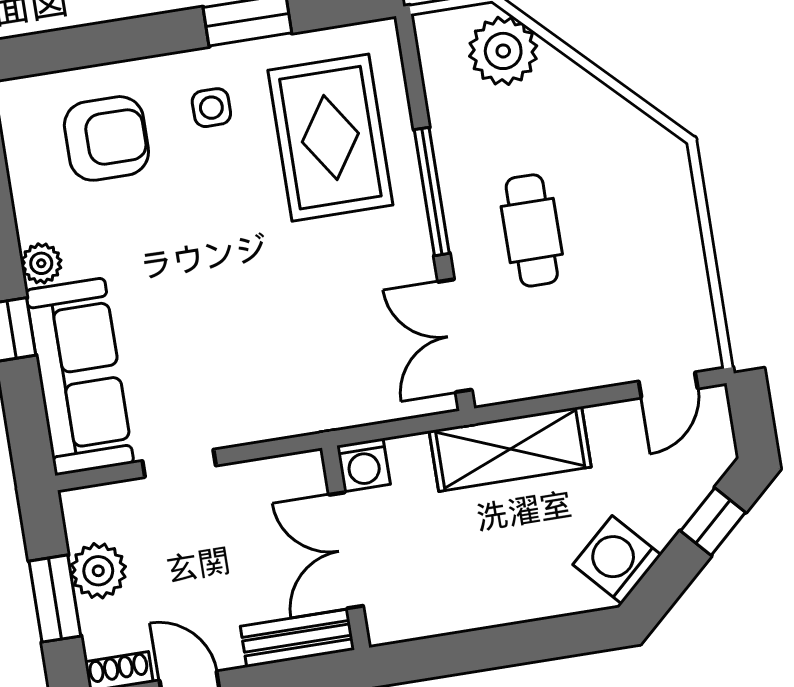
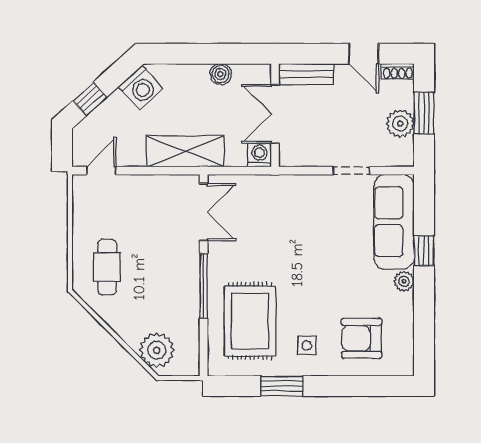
cafe table: (532, 230) -> (107, 267), moved
double door: (346, 550) -> (275, 114), swing flipped
boiler: (465, 611) -> (220, 74), added

